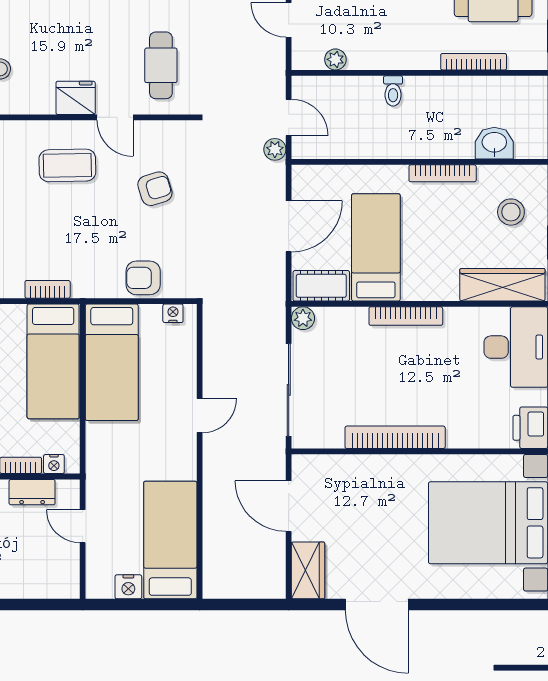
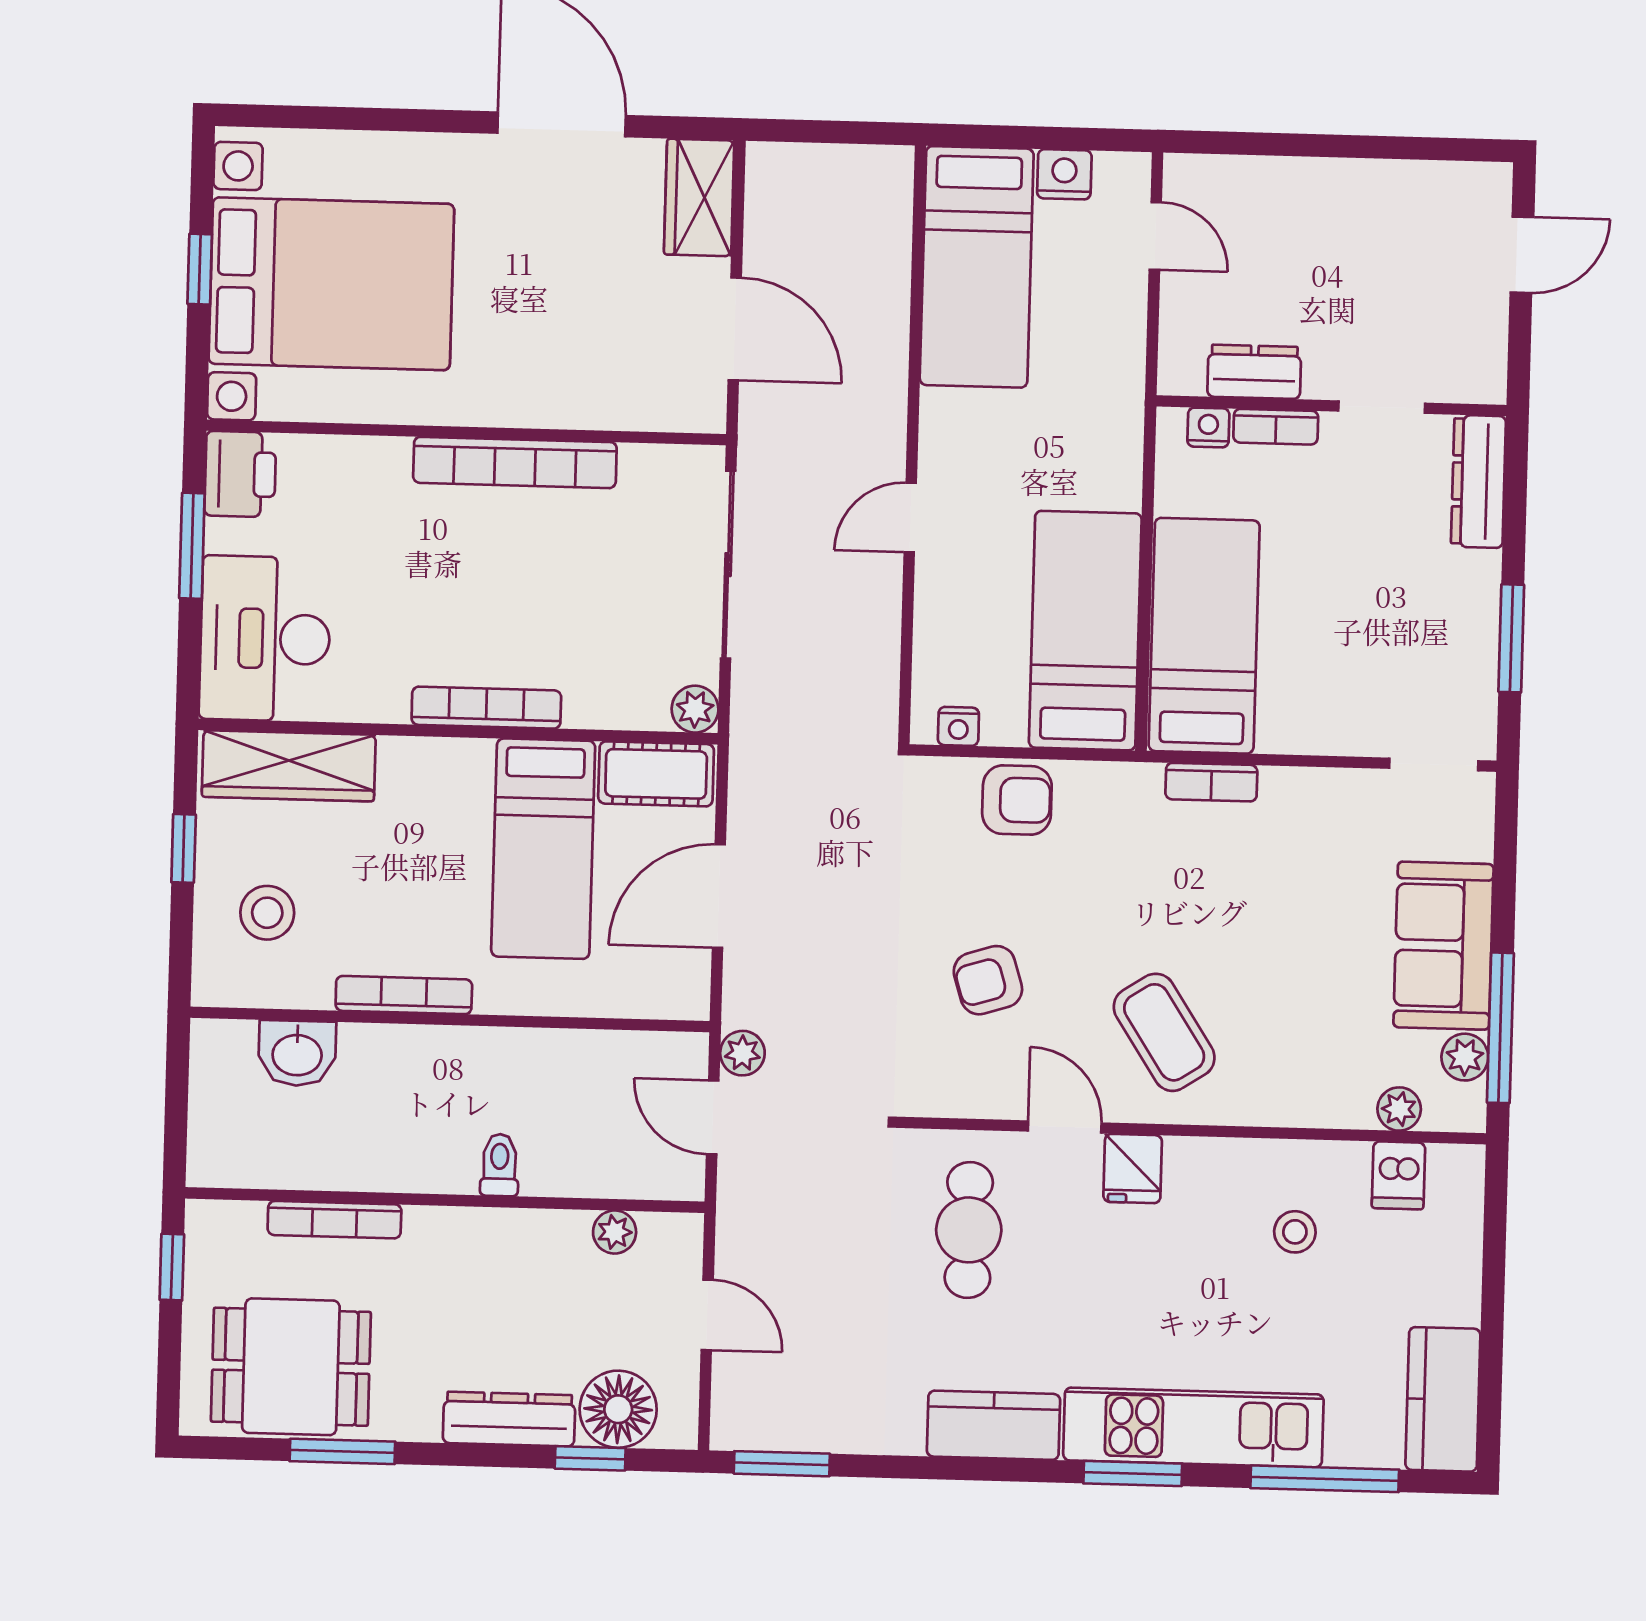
fridge: (76, 98) -> (1133, 1169), width x0.72
coffee table: (67, 165) -> (1164, 1032), turned 58
door: (83, 526) -> (1155, 236), moved

